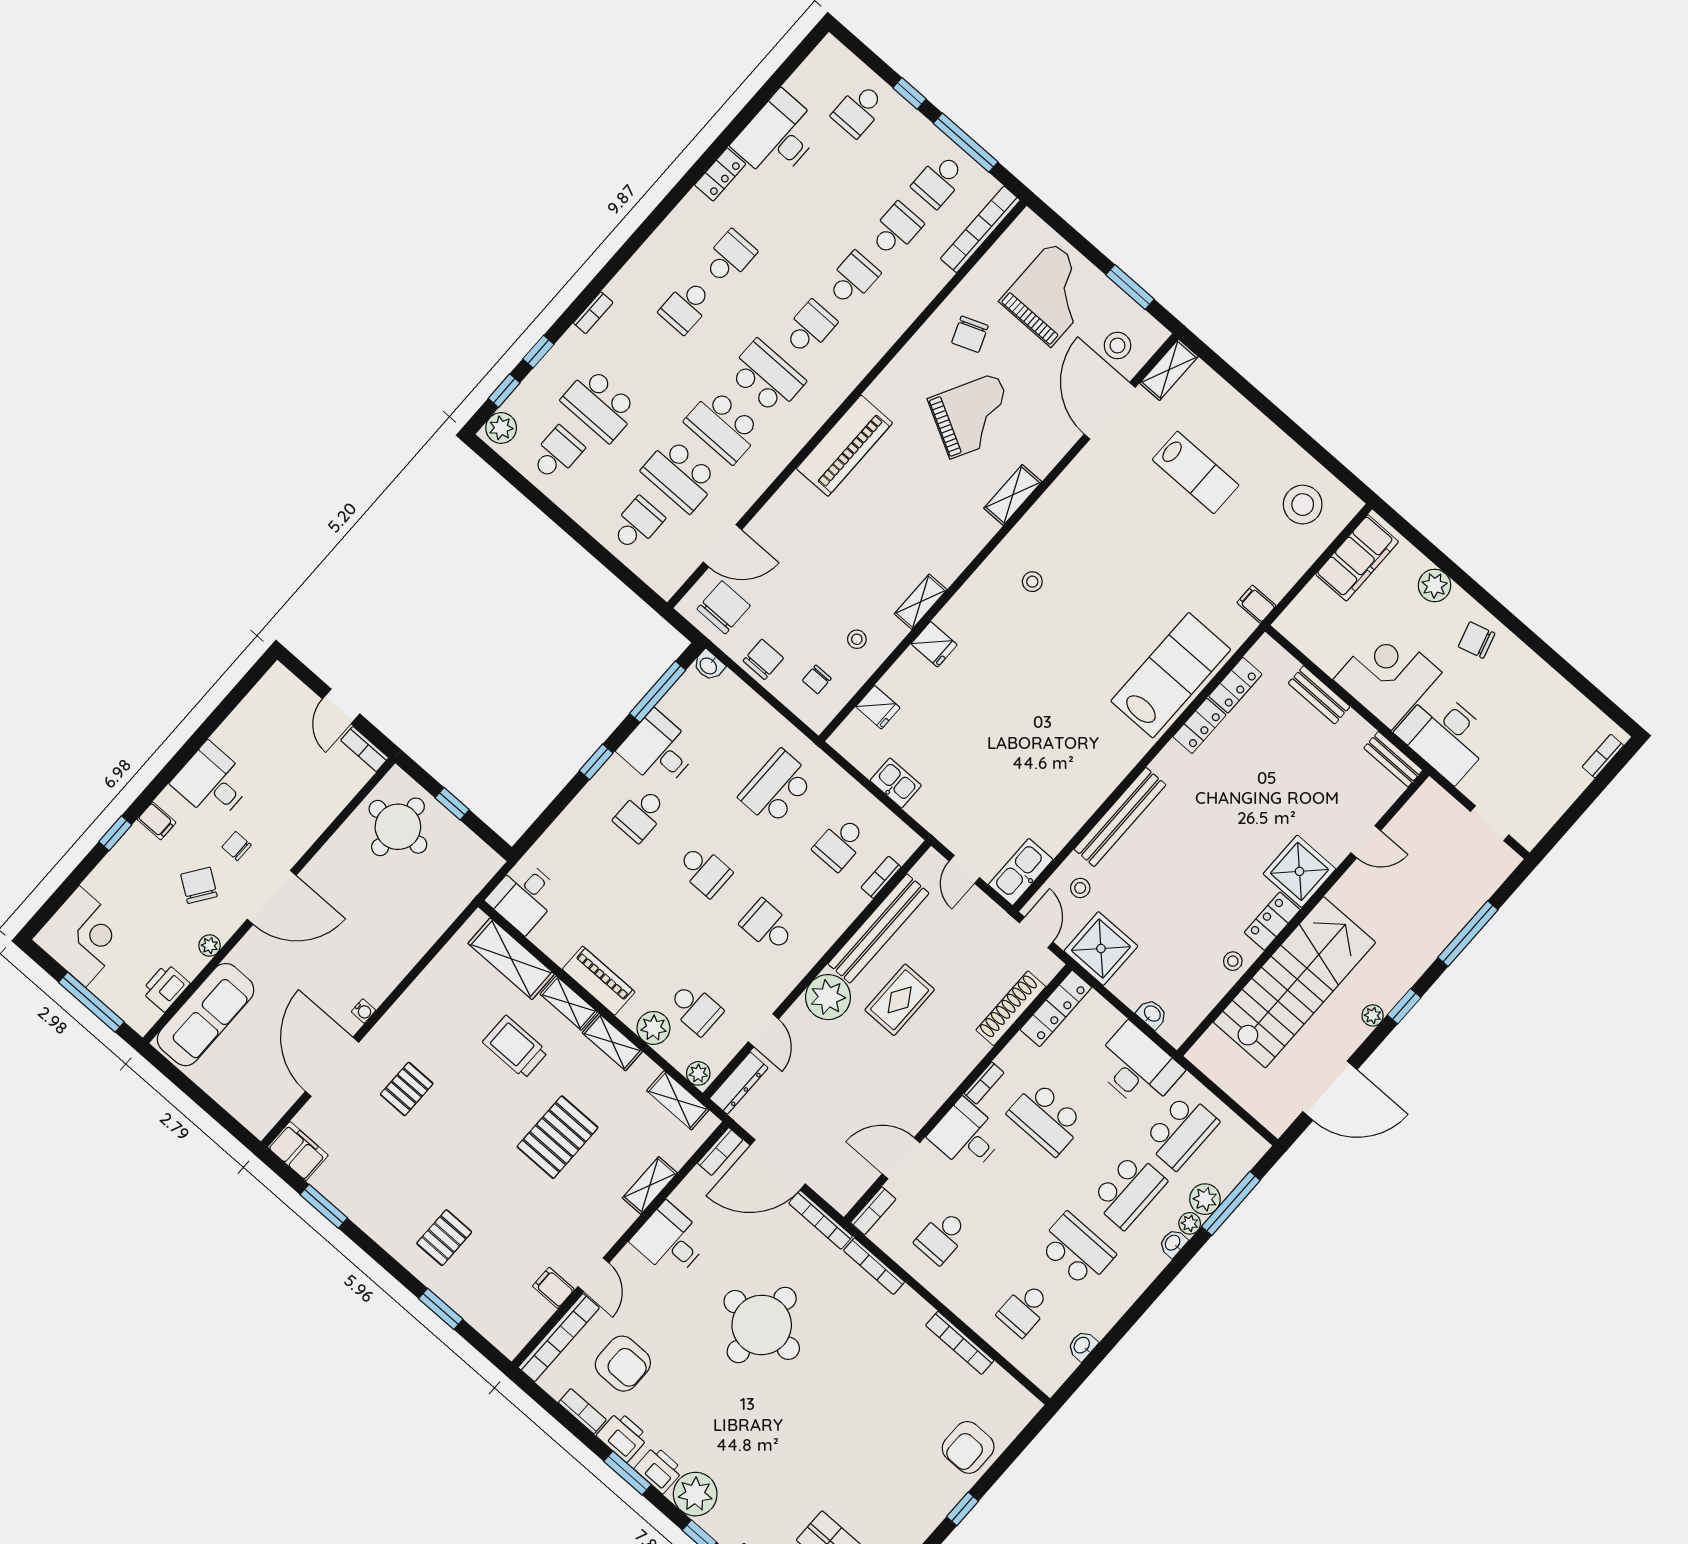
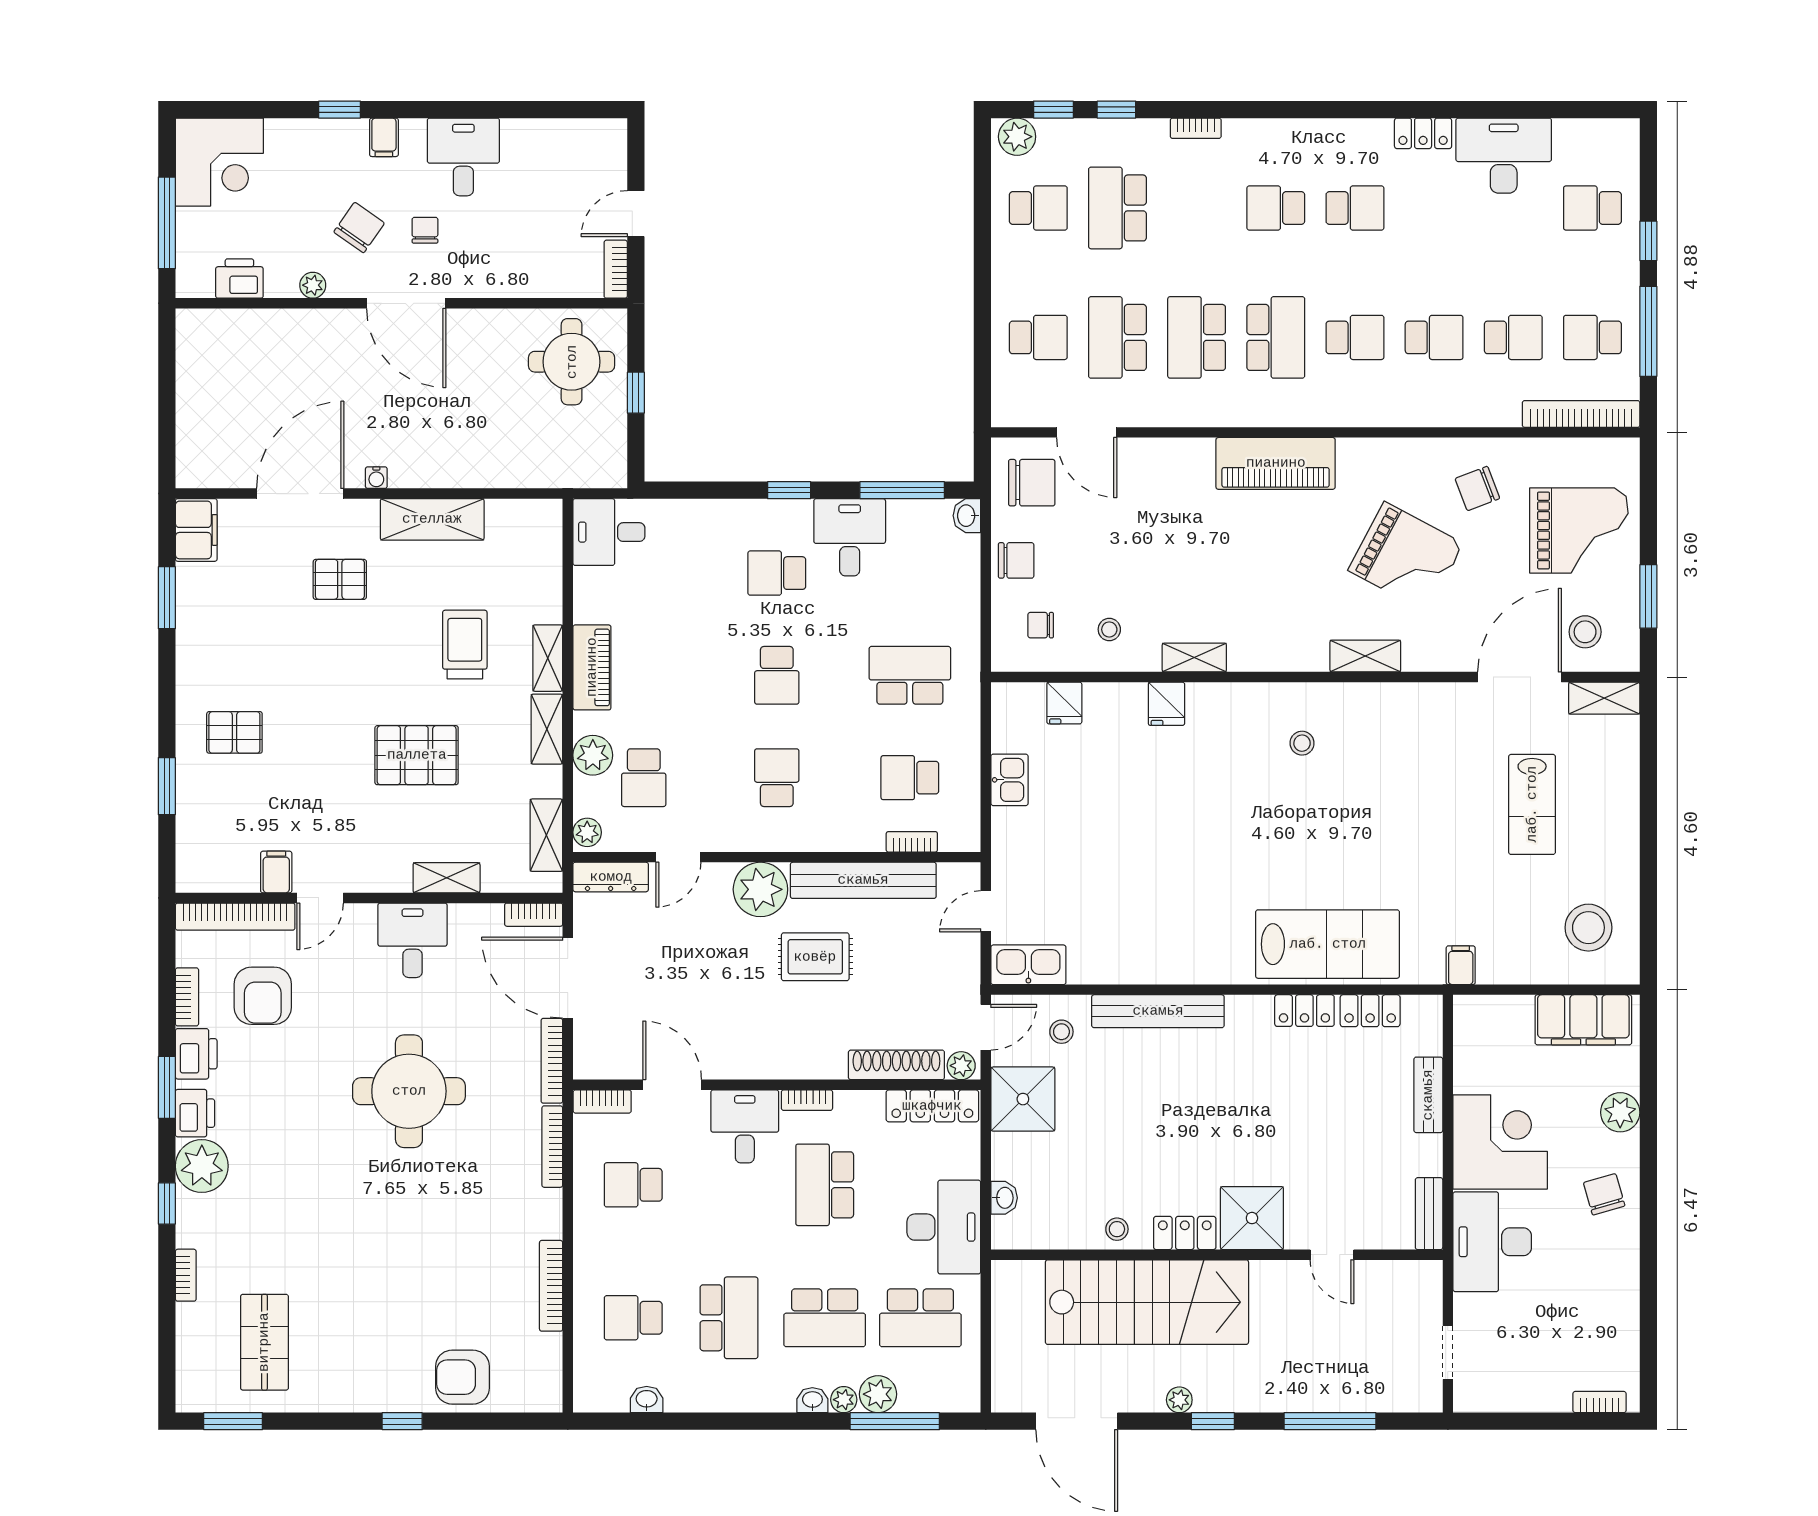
shelving: (511, 959) -> (432, 519), moved, turned 90
plant: (1047, 969) -> (961, 1066), added
sofa: (206, 1015) -> (247, 337), removed

